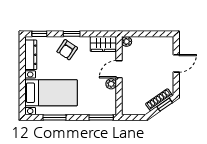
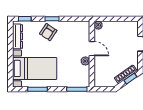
wardrobe: (103, 44) -> (79, 27), removed
door: (119, 69) -> (92, 49), swing flipped

